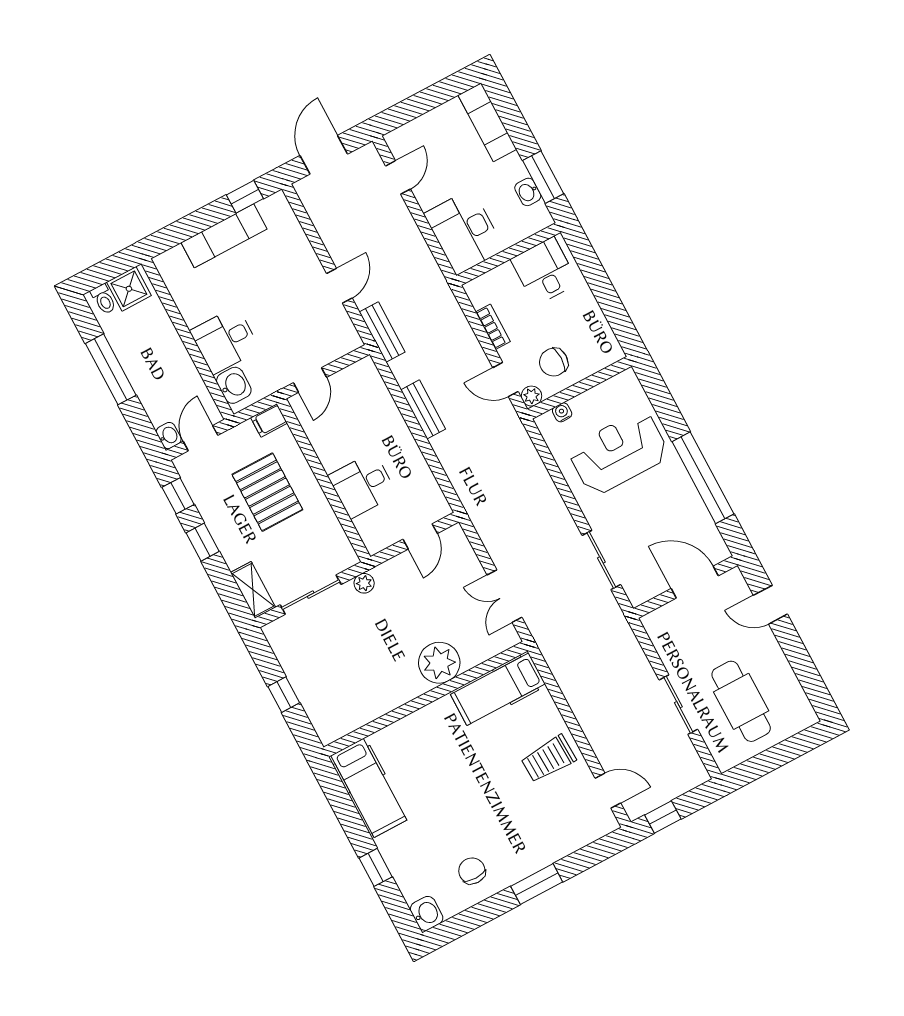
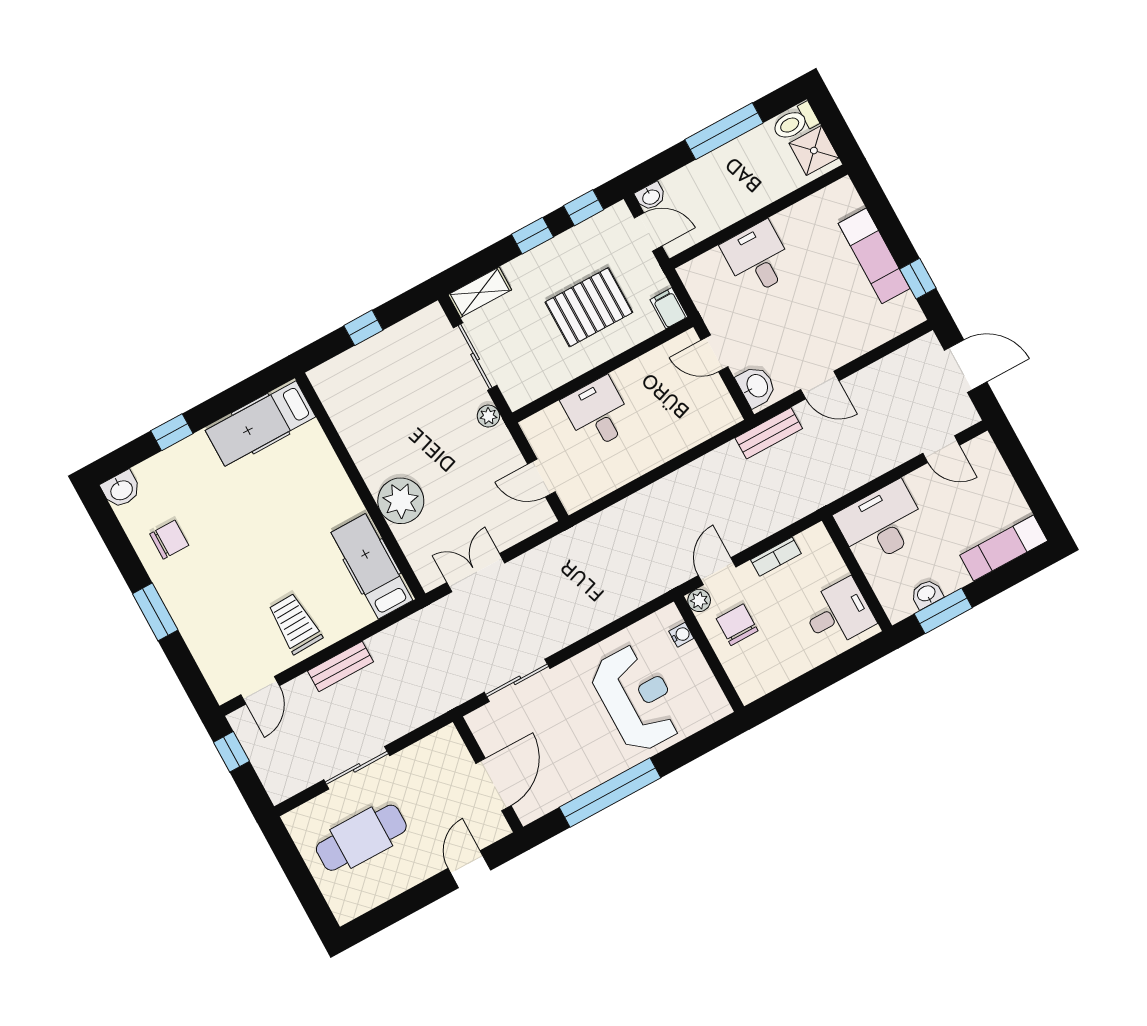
toilet: (104, 299) -> (795, 122), width x1.37, depth x1.39
washbasin: (234, 385) -> (756, 386), moved, turned -90
bench: (423, 409) -> (340, 666), moved

